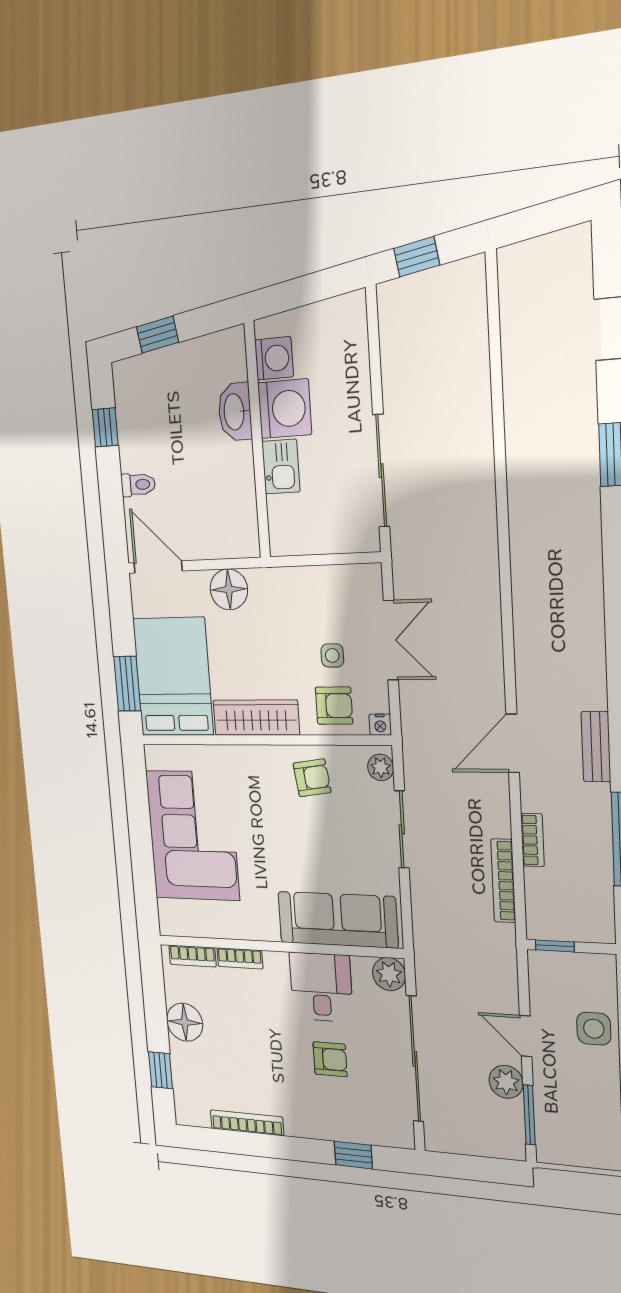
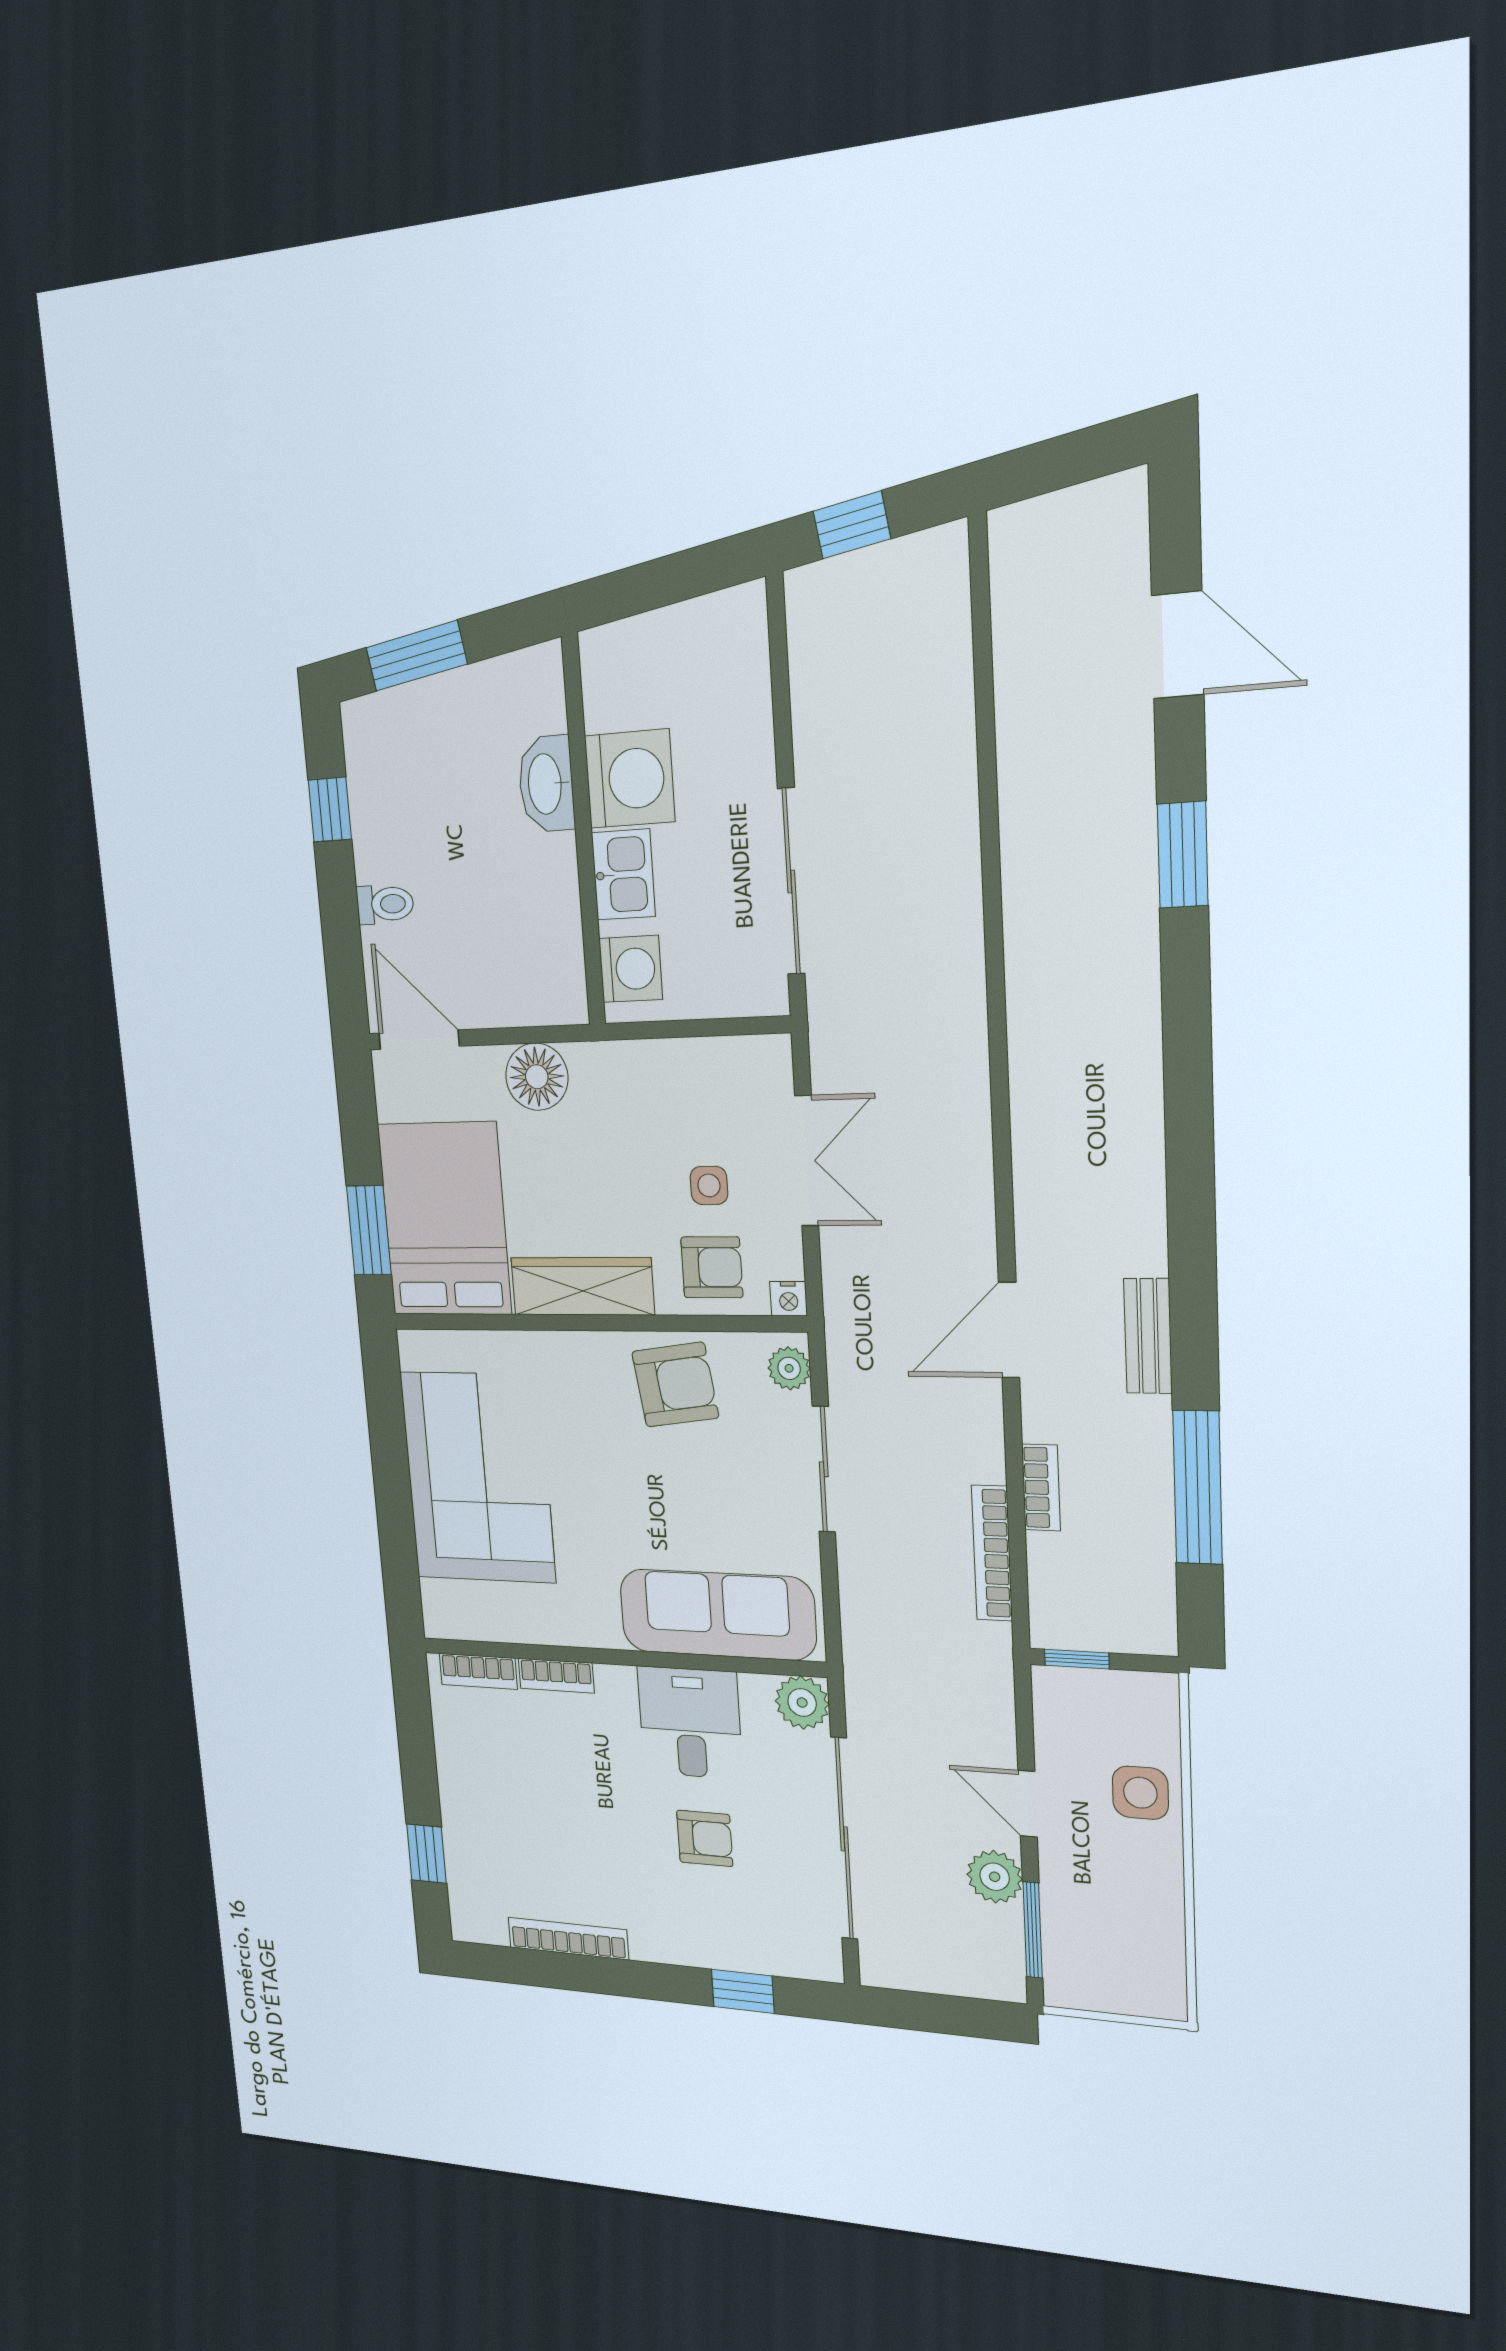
window: (158, 335) -> (416, 656), width x1.50
washing machine: (274, 358) -> (631, 969), moved
armchair: (312, 778) -> (675, 1385), width x1.38, depth x1.38
floor lamp: (185, 1022) -> (466, 1777), removed

